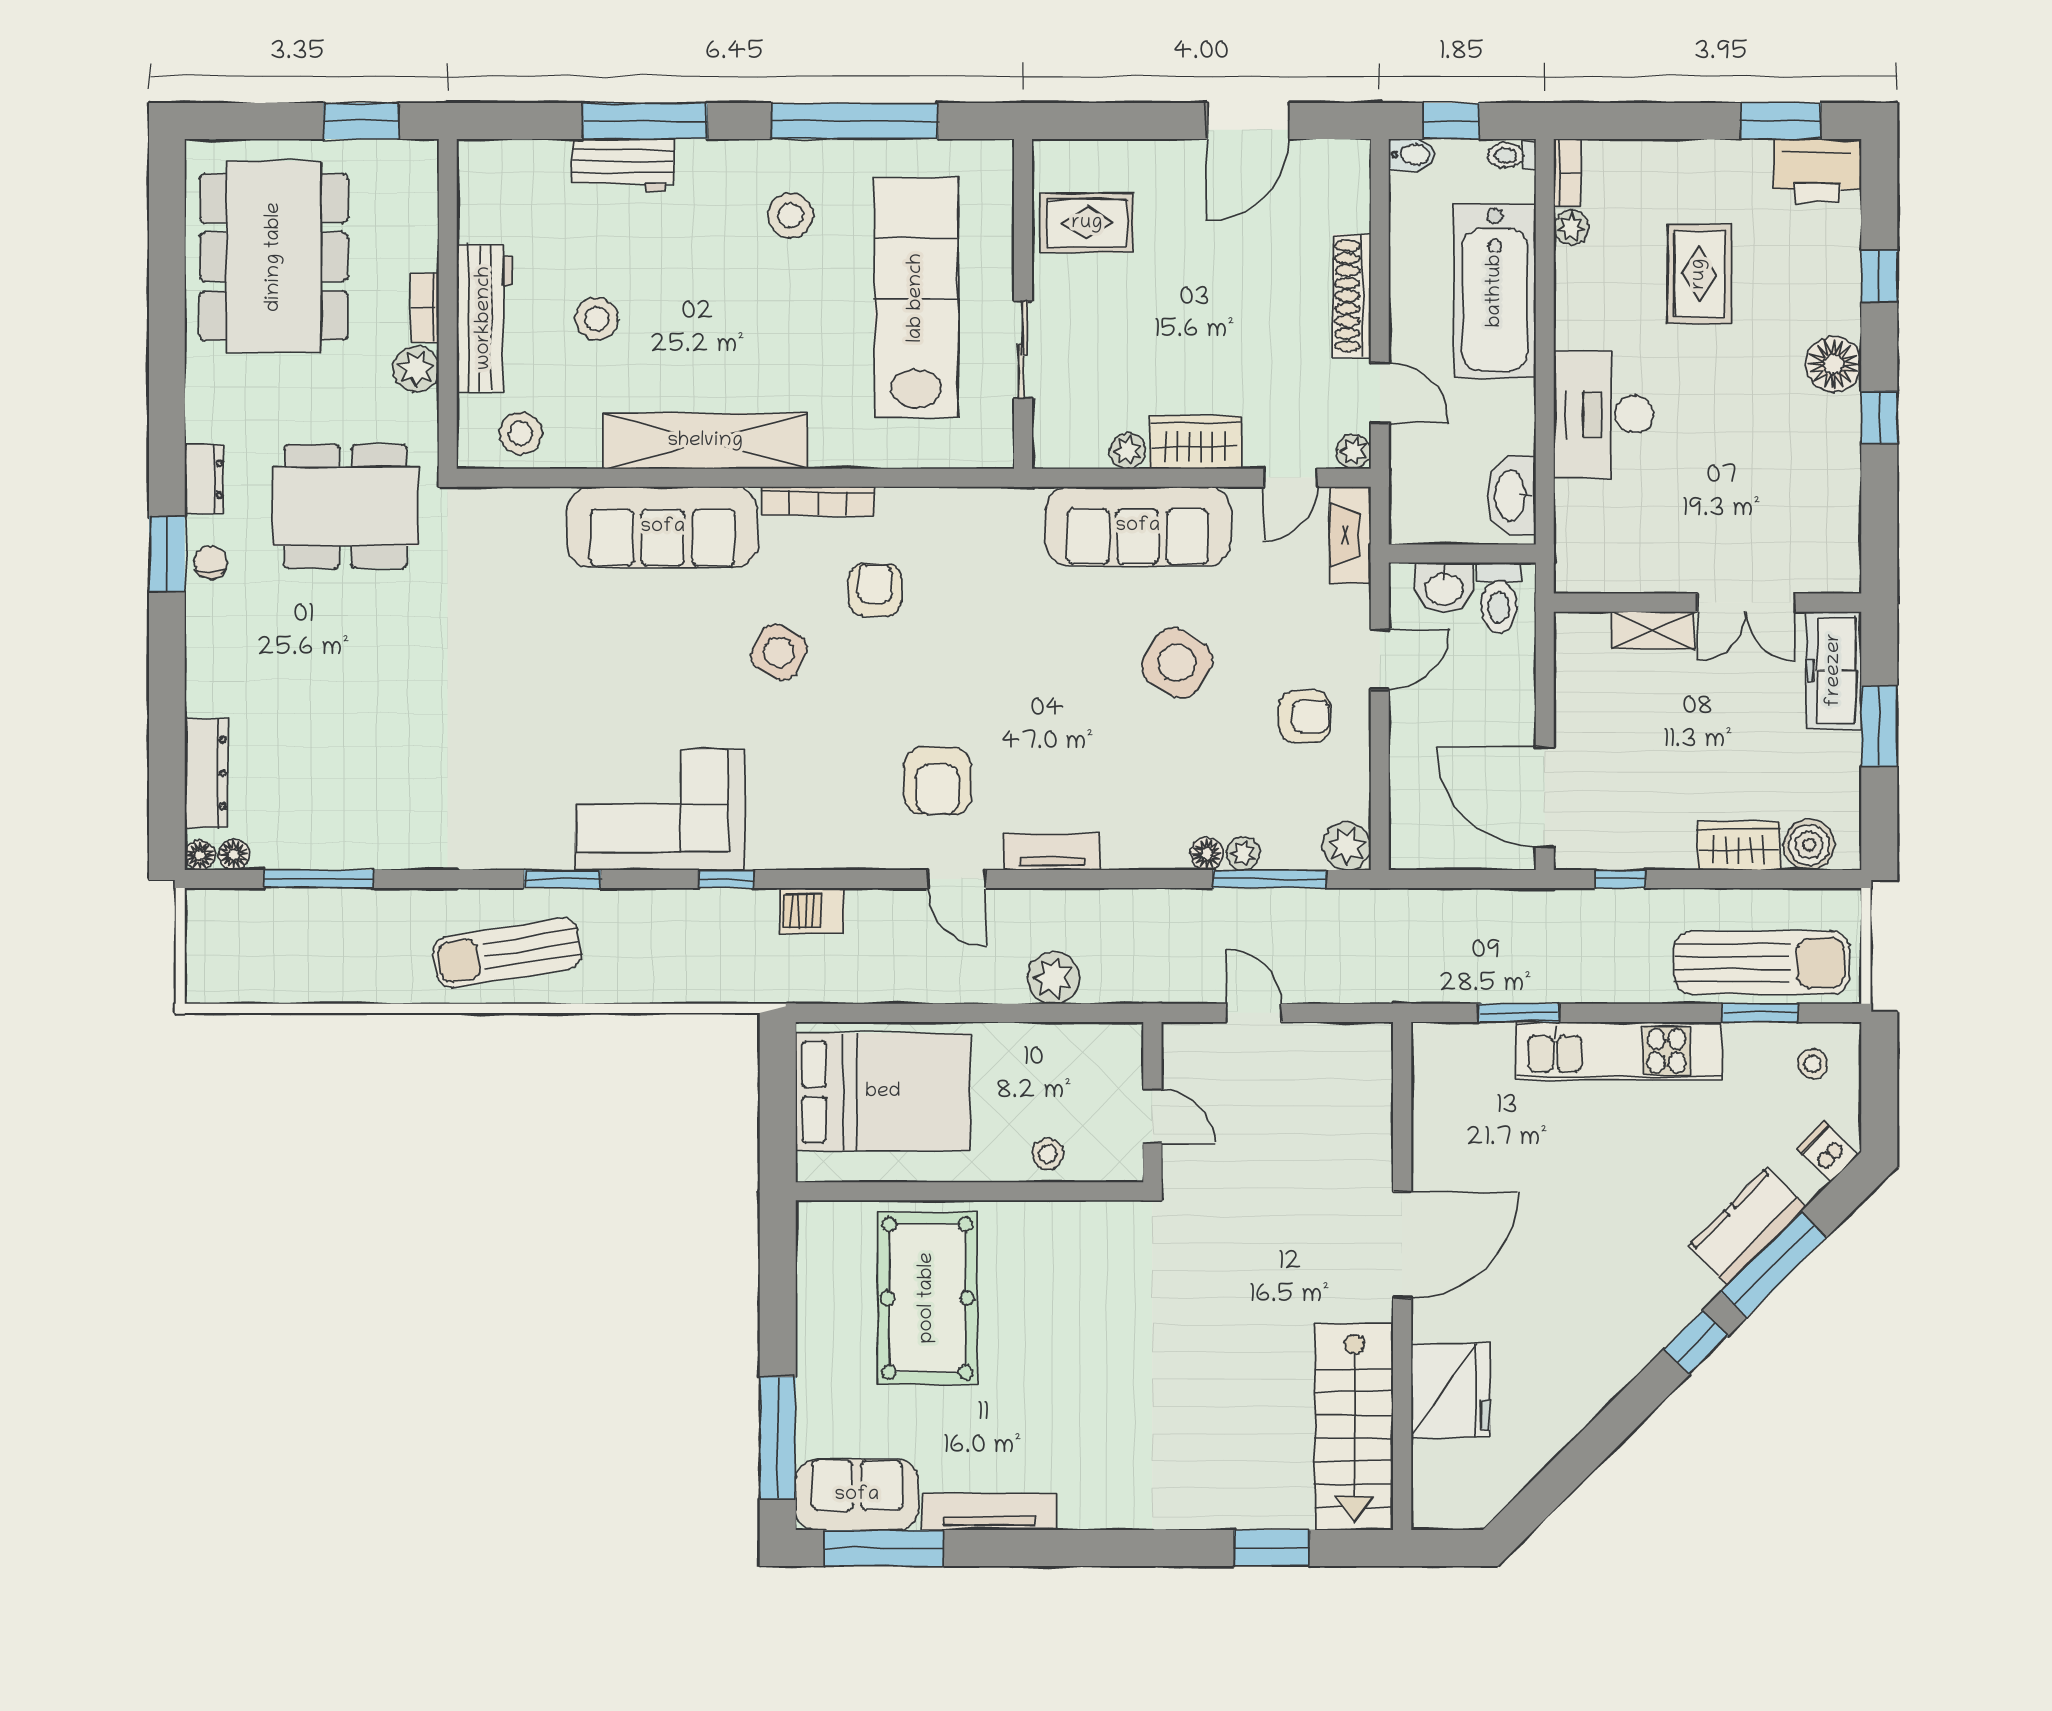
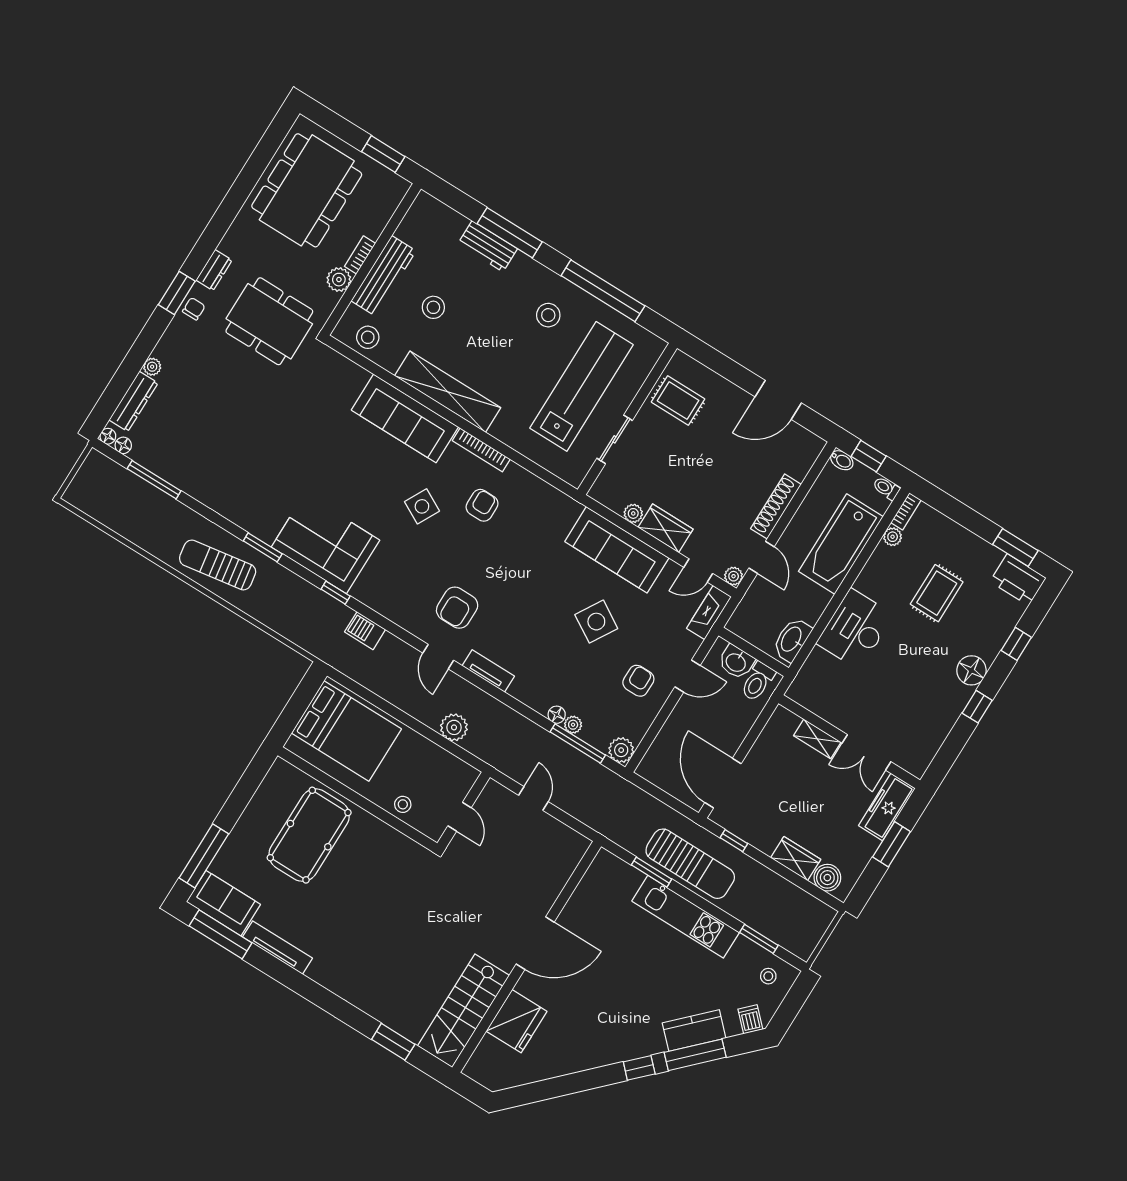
plant: (201, 698) -> (152, 367), added
armchair: (1305, 716) -> (638, 681), turned -90
sun lounger: (1762, 963) -> (690, 864), moved

